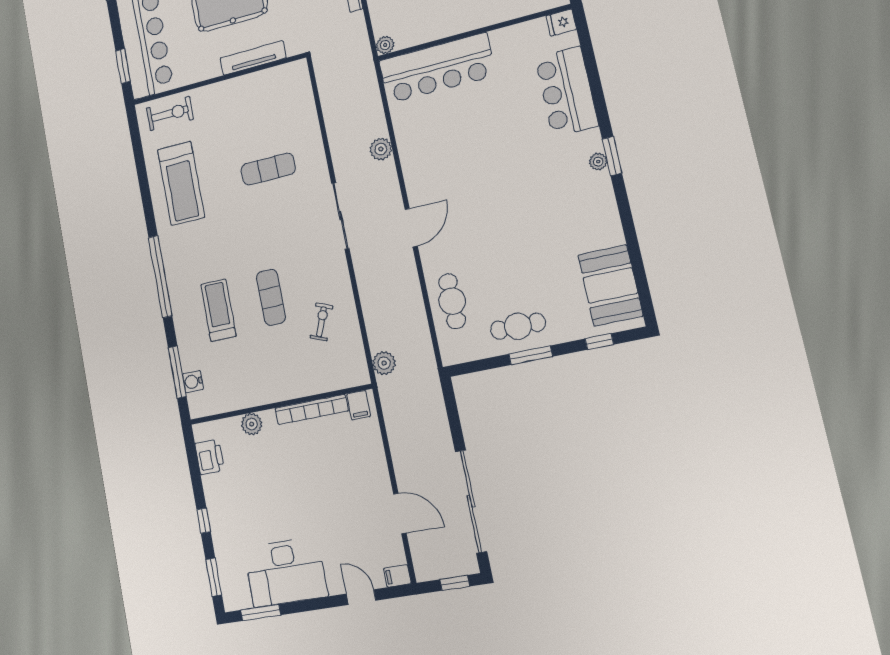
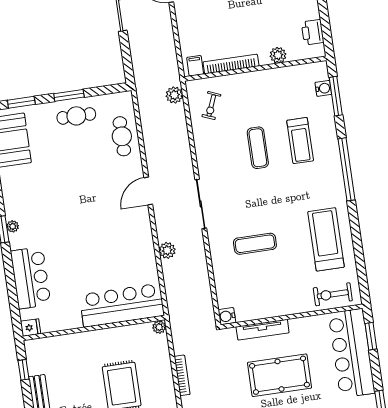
water cooler: (299, 70) -> (227, 316), added
exercise bike: (321, 322) -> (211, 106), moved
window: (599, 342) -> (21, 102), width x1.50

